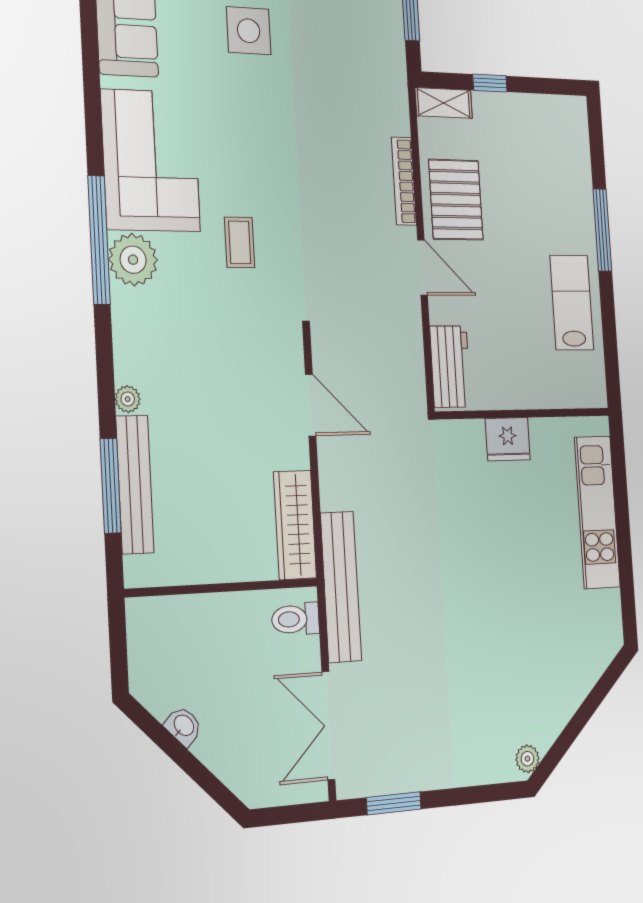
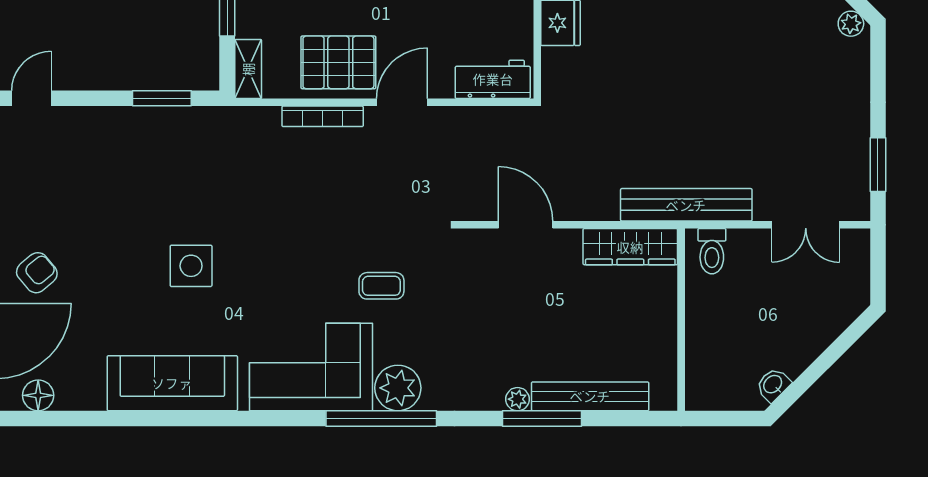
door: (311, 405) -> (526, 225), hinge flipped
window: (111, 486) -> (542, 419), moved
washbasin: (183, 726) -> (773, 385), moved
double door: (328, 726) -> (806, 225), width x0.73

